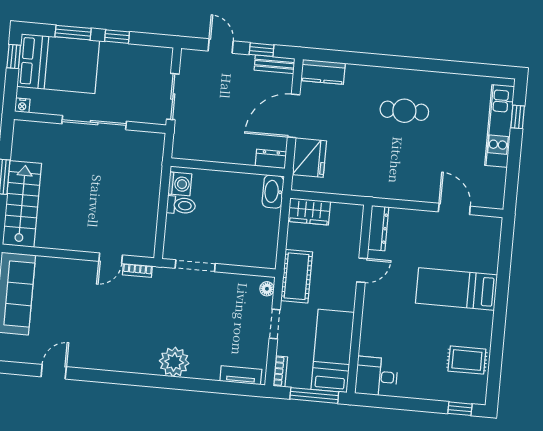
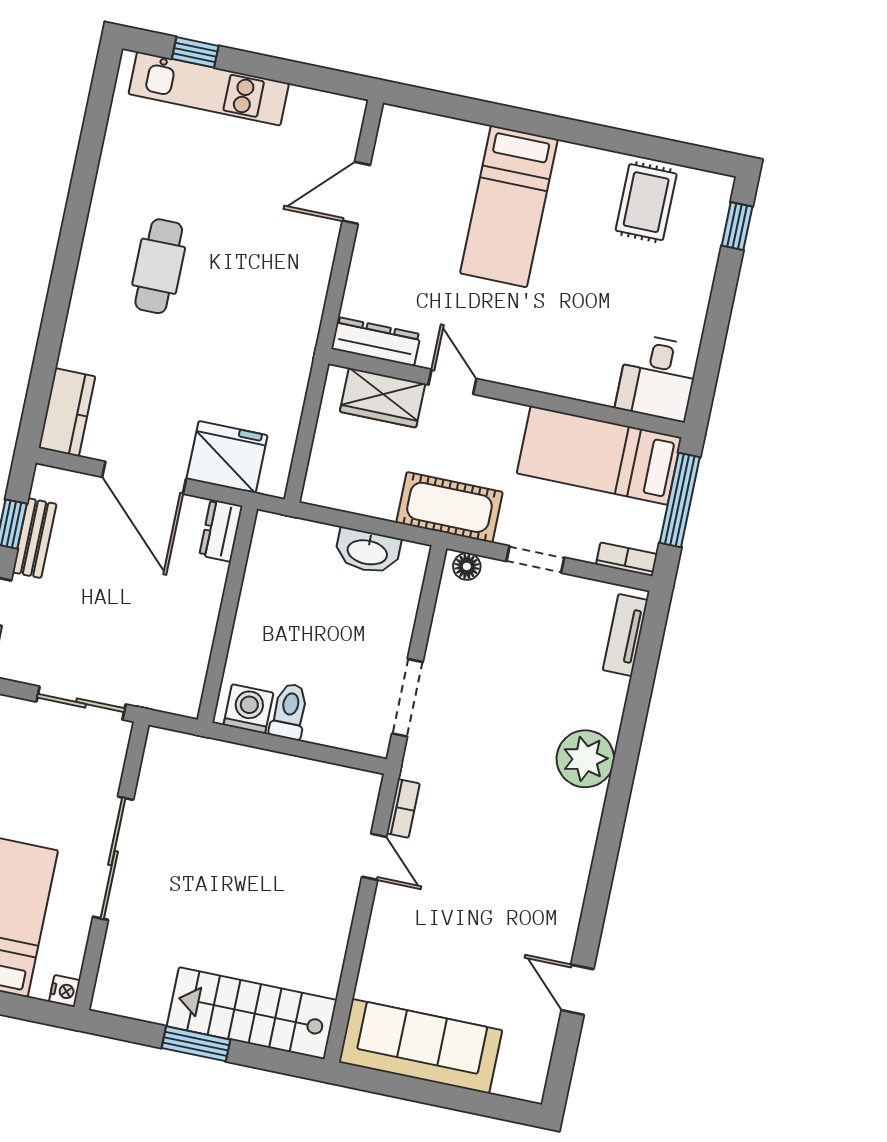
bench: (275, 64) -> (34, 538), moved
washbasin: (273, 192) -> (368, 551), moved
wardrobe: (309, 211) -> (383, 398), moved, turned 90

